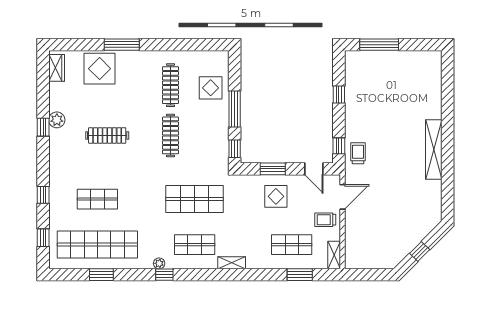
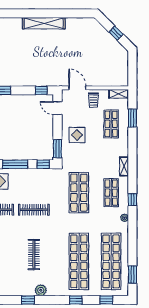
plant: (57, 120) -> (41, 290), moved
trolley: (358, 153) -> (46, 77), removed
window: (273, 169) -> (58, 149), moved
door: (314, 169) -> (58, 108), swing flipped
shop shelf: (97, 199) -> (79, 261), width x2.00, depth x1.36
window: (101, 275) -> (132, 275), moved
window: (164, 275) -> (132, 200), moved

